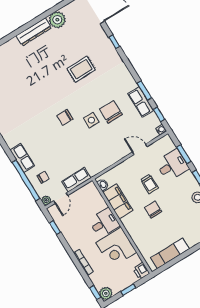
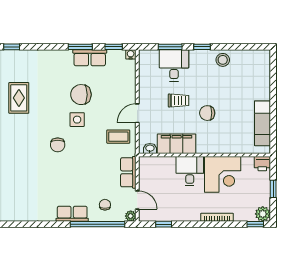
door: (140, 149) -> (137, 113), moved
coffee table: (97, 157) -> (118, 137), added

